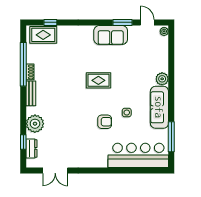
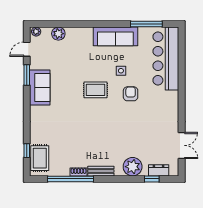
plant: (162, 79) -> (58, 34), moved
rug: (98, 80) -> (95, 90), moved, turned 90

